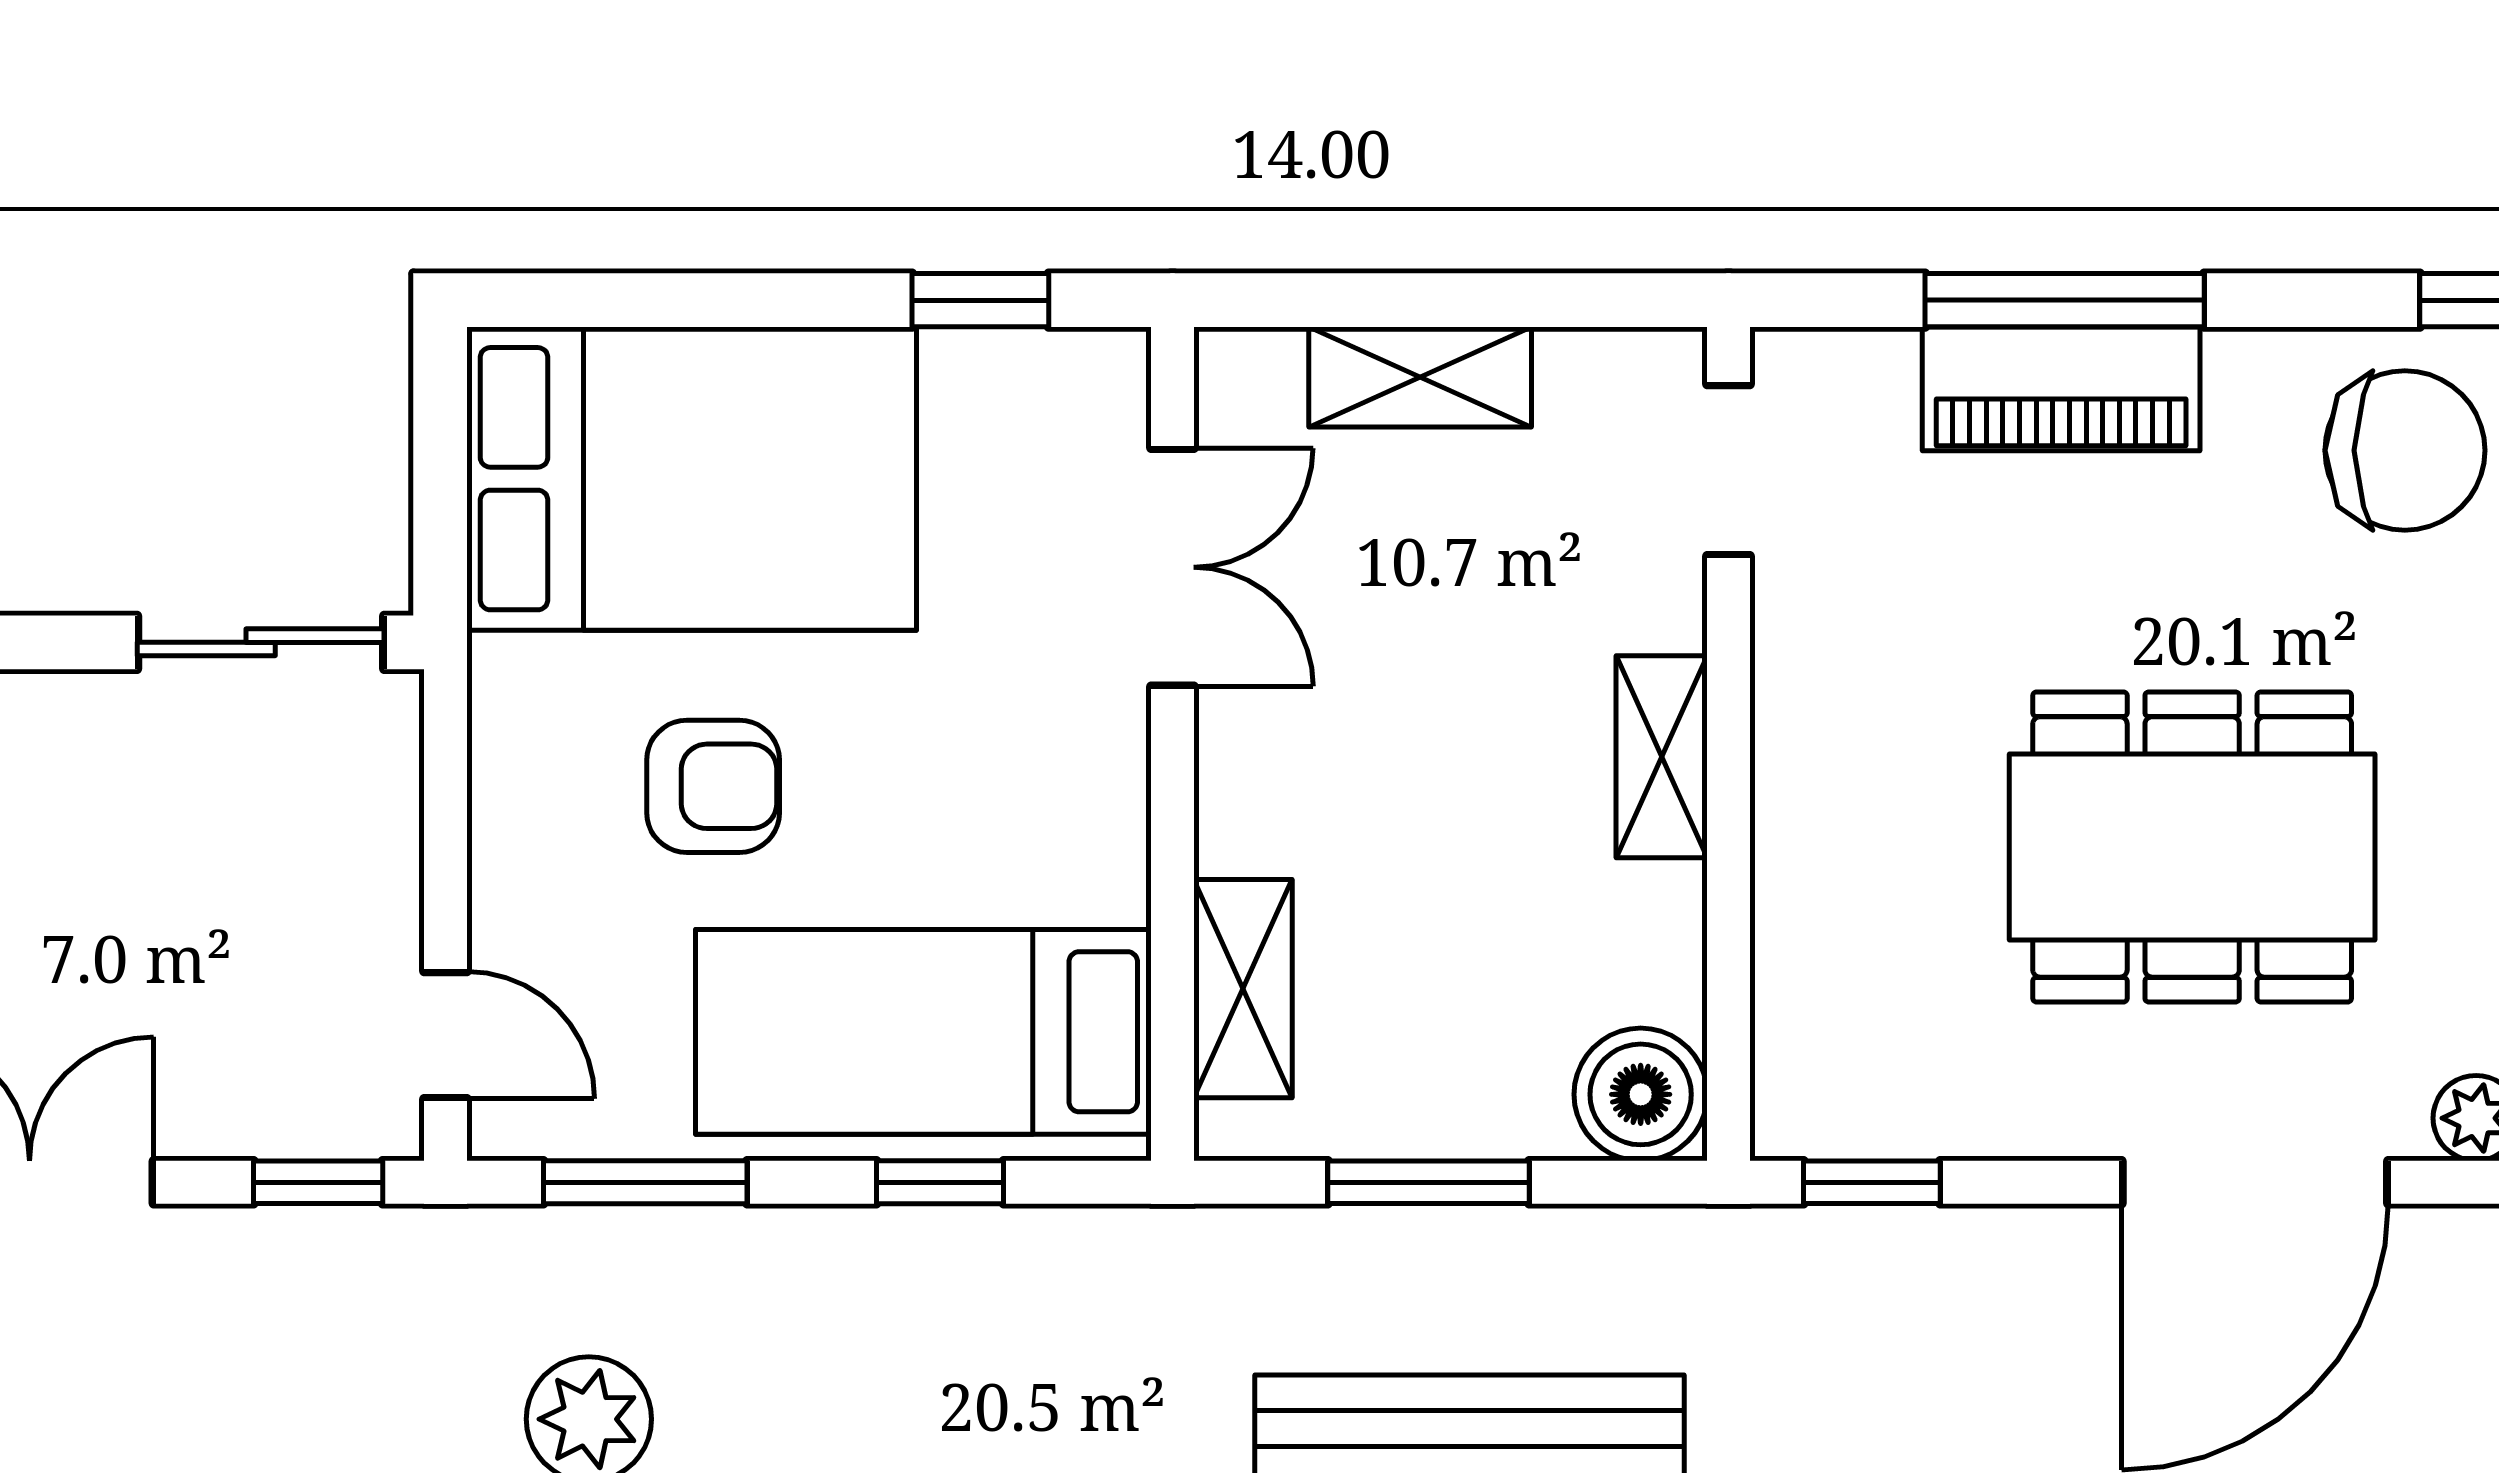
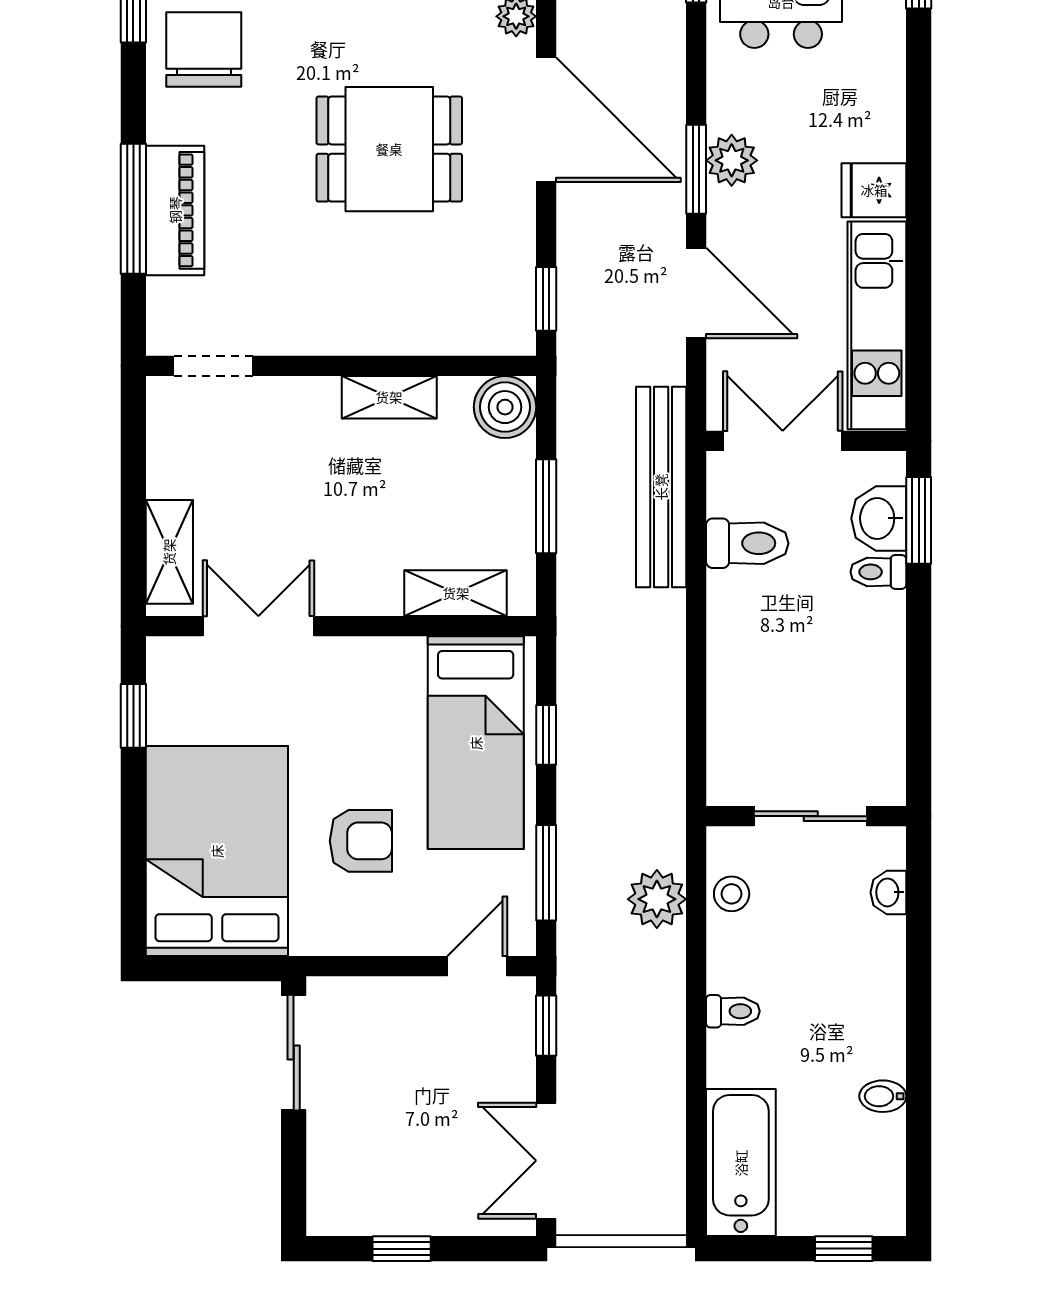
shelving: (1420, 377) -> (169, 552), moved
shelving: (1662, 757) -> (389, 397), moved
armchair: (713, 786) -> (361, 841), turned 90
dining table: (2192, 847) -> (389, 149), width x0.73

